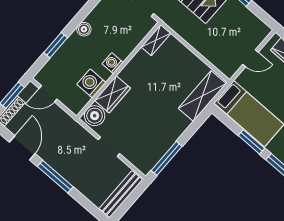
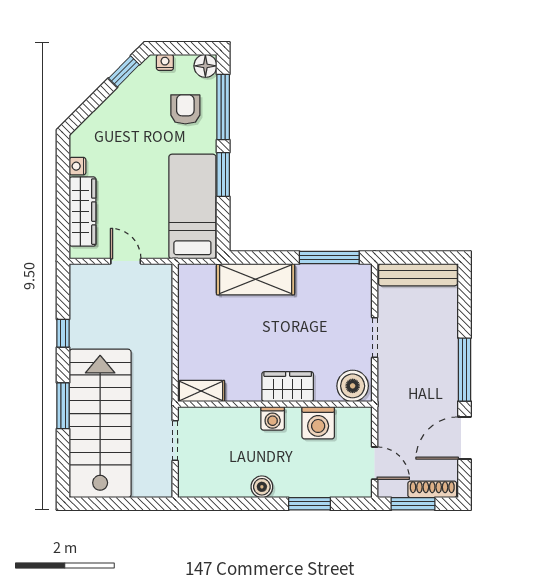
wardrobe: (113, 94) -> (288, 387), moved
shelving: (202, 96) -> (256, 279), moved

